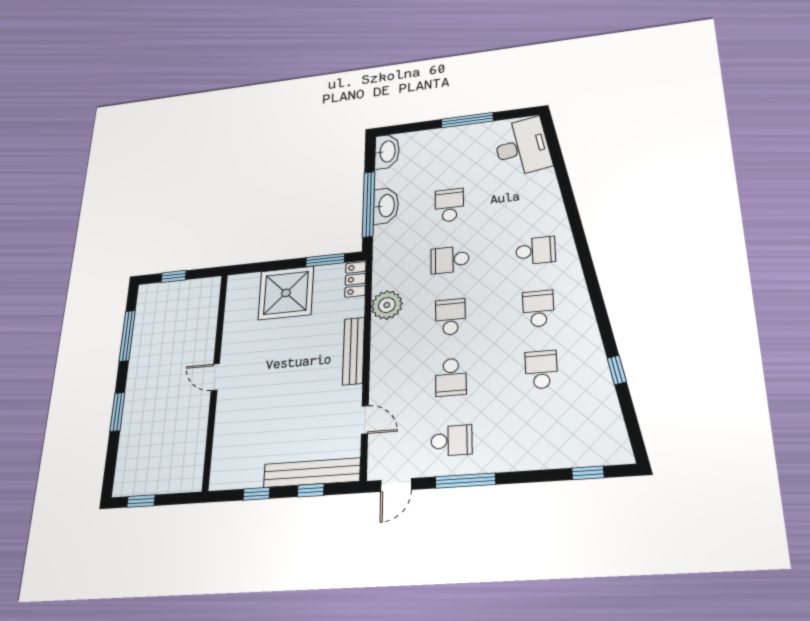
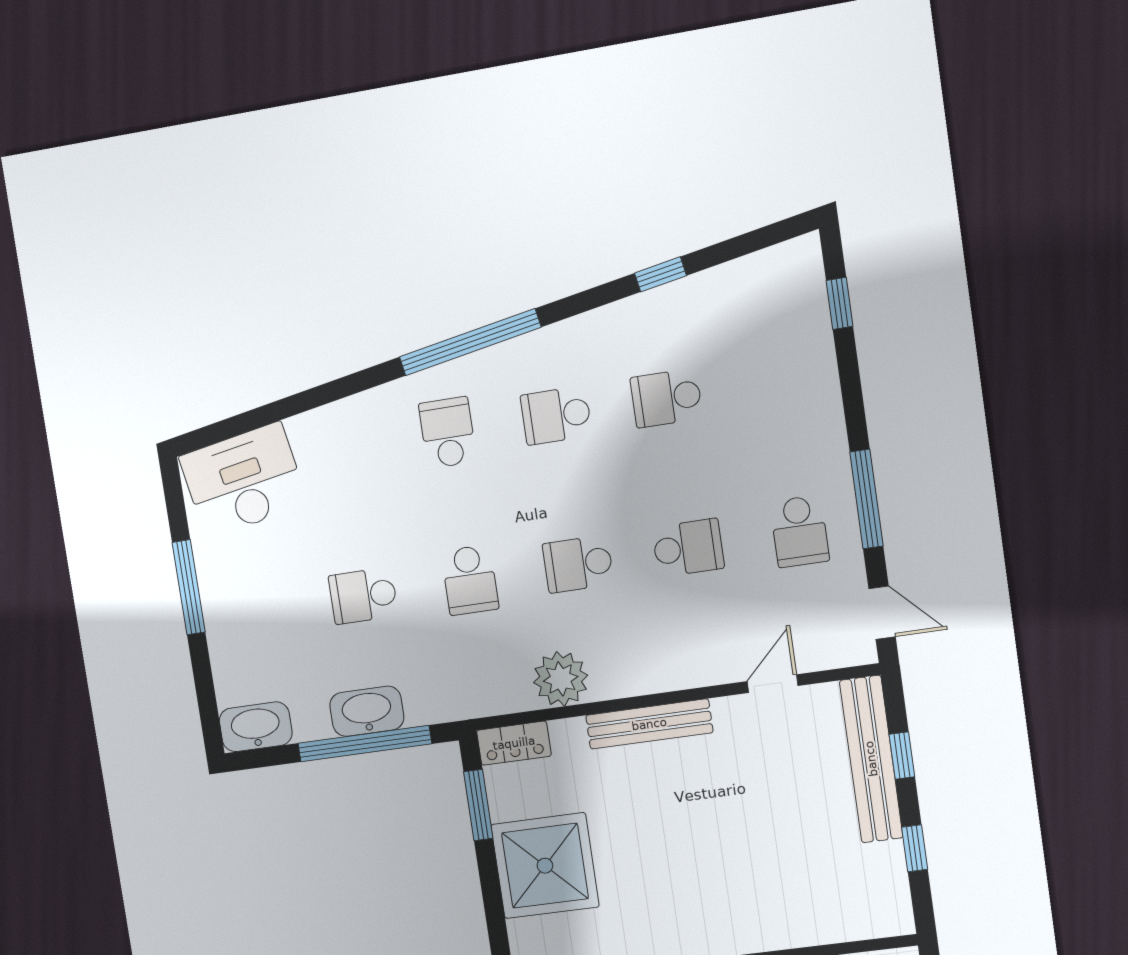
window: (587, 264) -> (470, 342), added
school desk: (451, 441) -> (800, 531), turned 180

